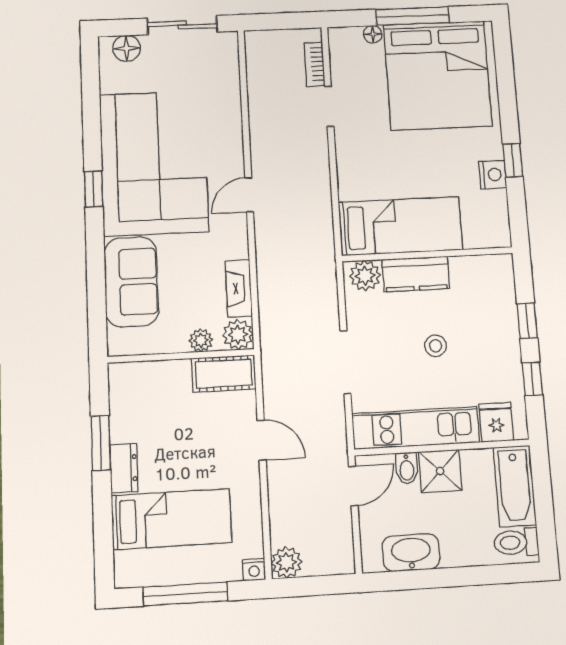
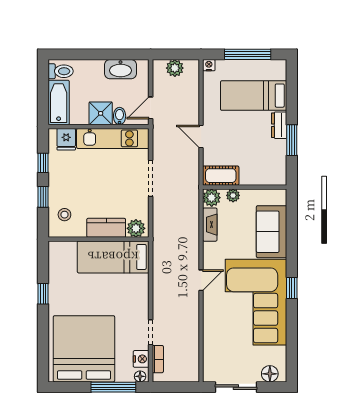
window: (412, 16) -> (113, 387), moved
floor lamp: (373, 34) -> (140, 376), moved
nightstand: (493, 175) -> (141, 359), moved, turned 180
stool: (436, 346) -> (64, 215), moved
plant: (286, 562) -> (175, 68), moved

